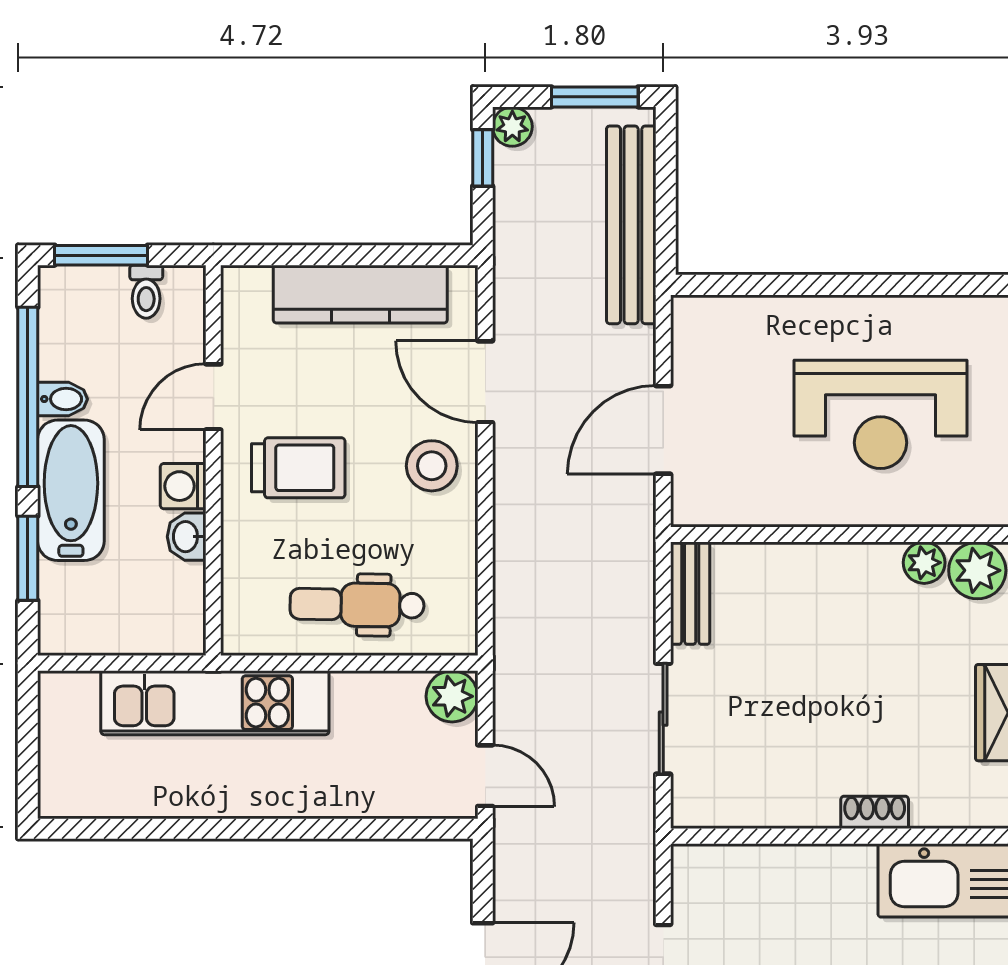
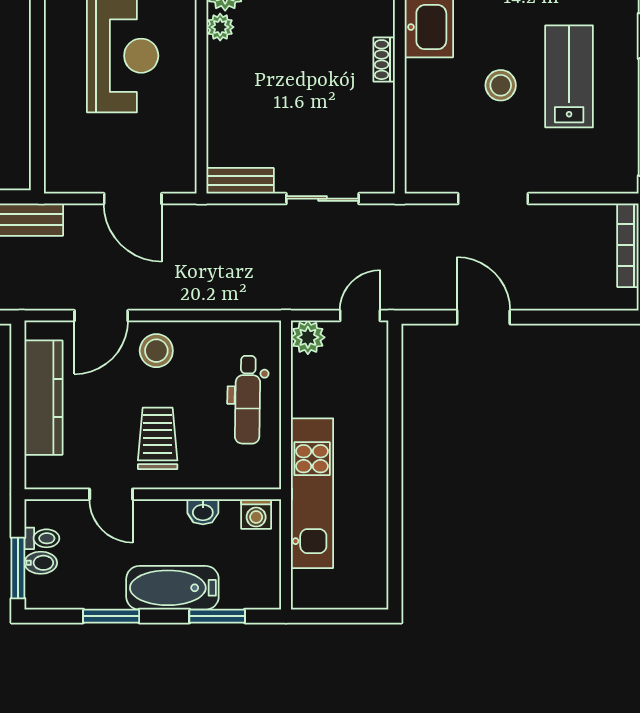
window: (28, 397) -> (111, 616), width x0.47
bidet: (63, 399) -> (41, 563), moved, turned 90
washing machine: (183, 486) -> (256, 514), moved

